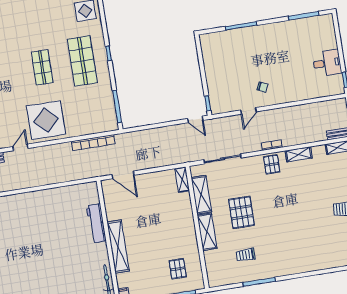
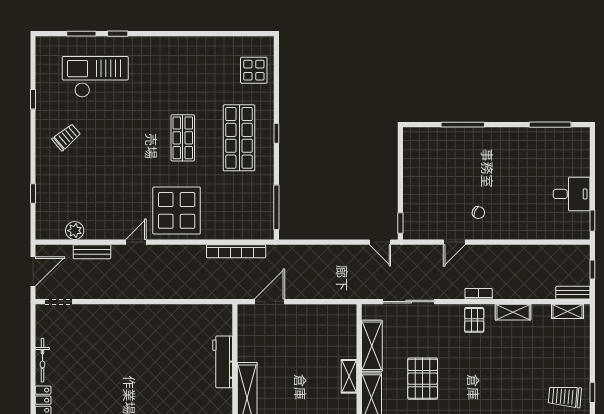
door: (123, 175) -> (269, 302), swing flipped
shelving: (182, 180) -> (349, 376), moved

